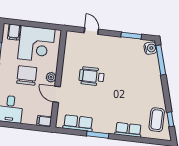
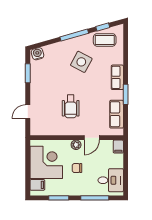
window: (161, 60) -> (74, 35), moved
chair: (27, 75) -> (77, 168), width x0.54, depth x0.54
side table: (137, 93) -> (81, 62), added
row of seats: (128, 130) -> (117, 77), moved

